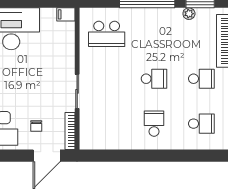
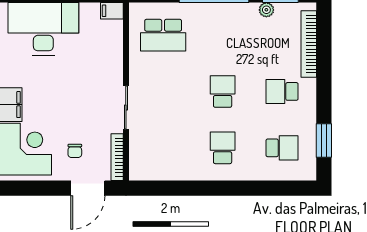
school desk: (154, 79) -> (223, 91), turned -90
school desk: (201, 79) -> (282, 91), turned 180

